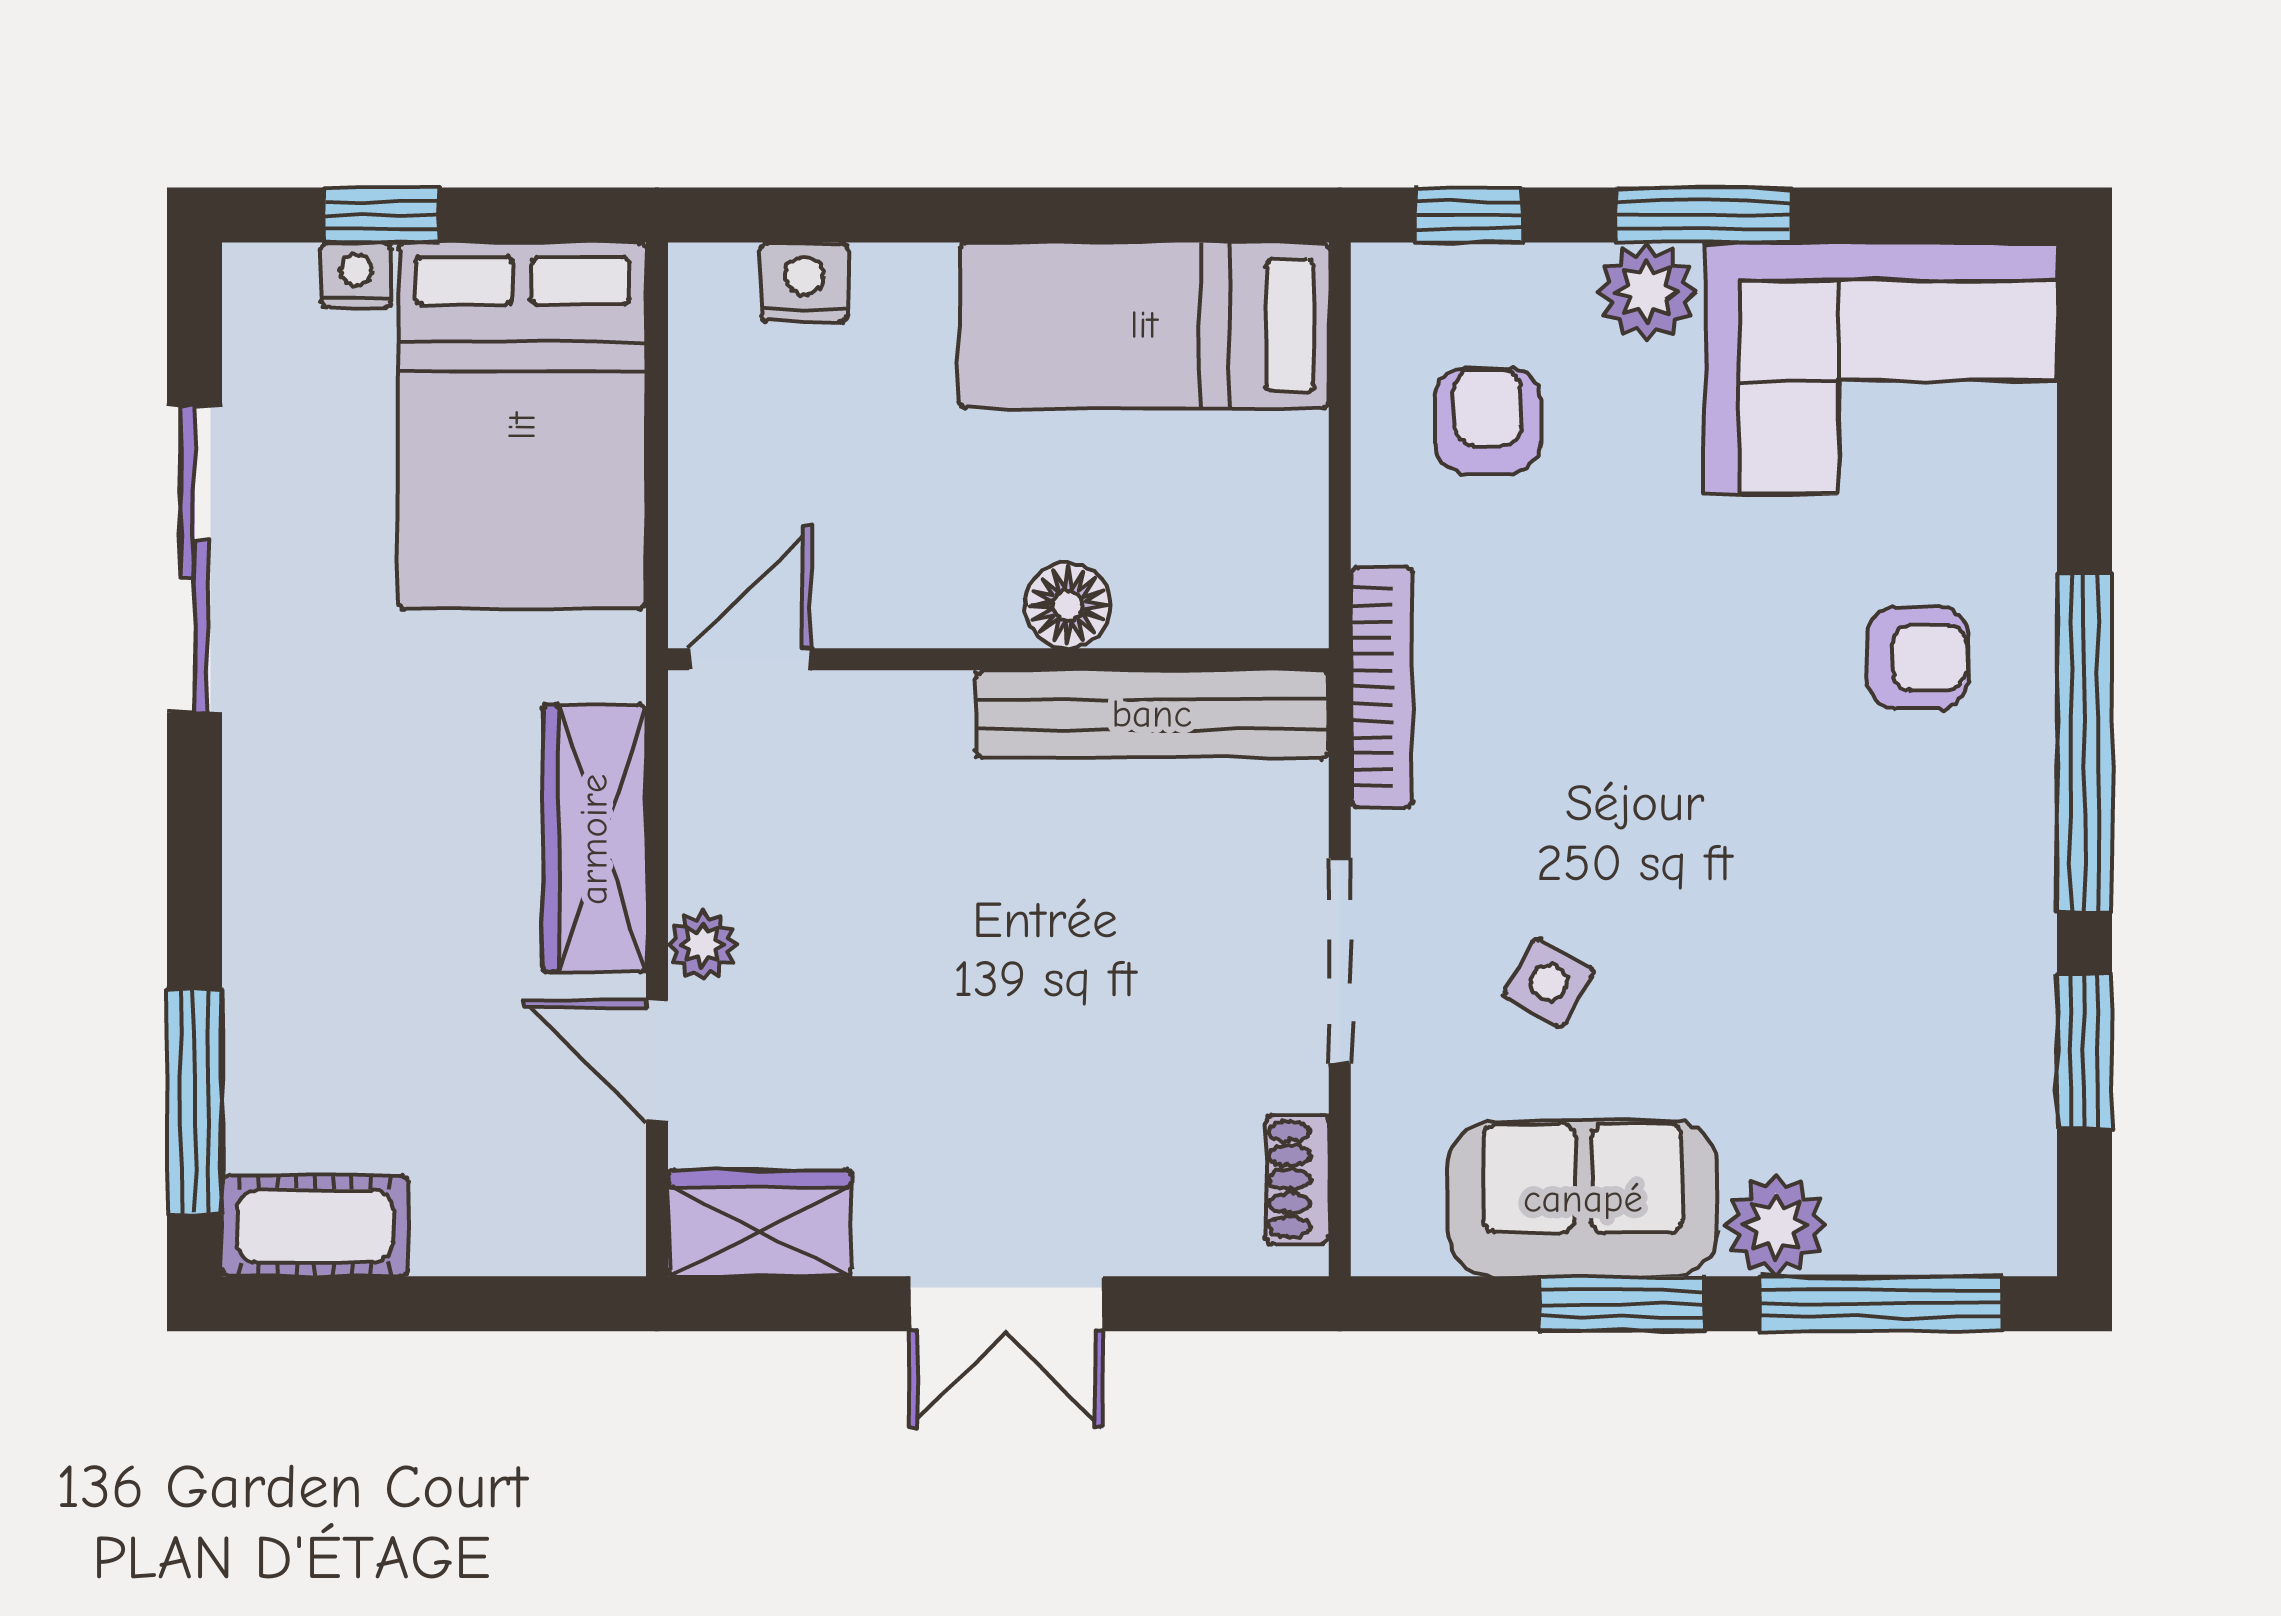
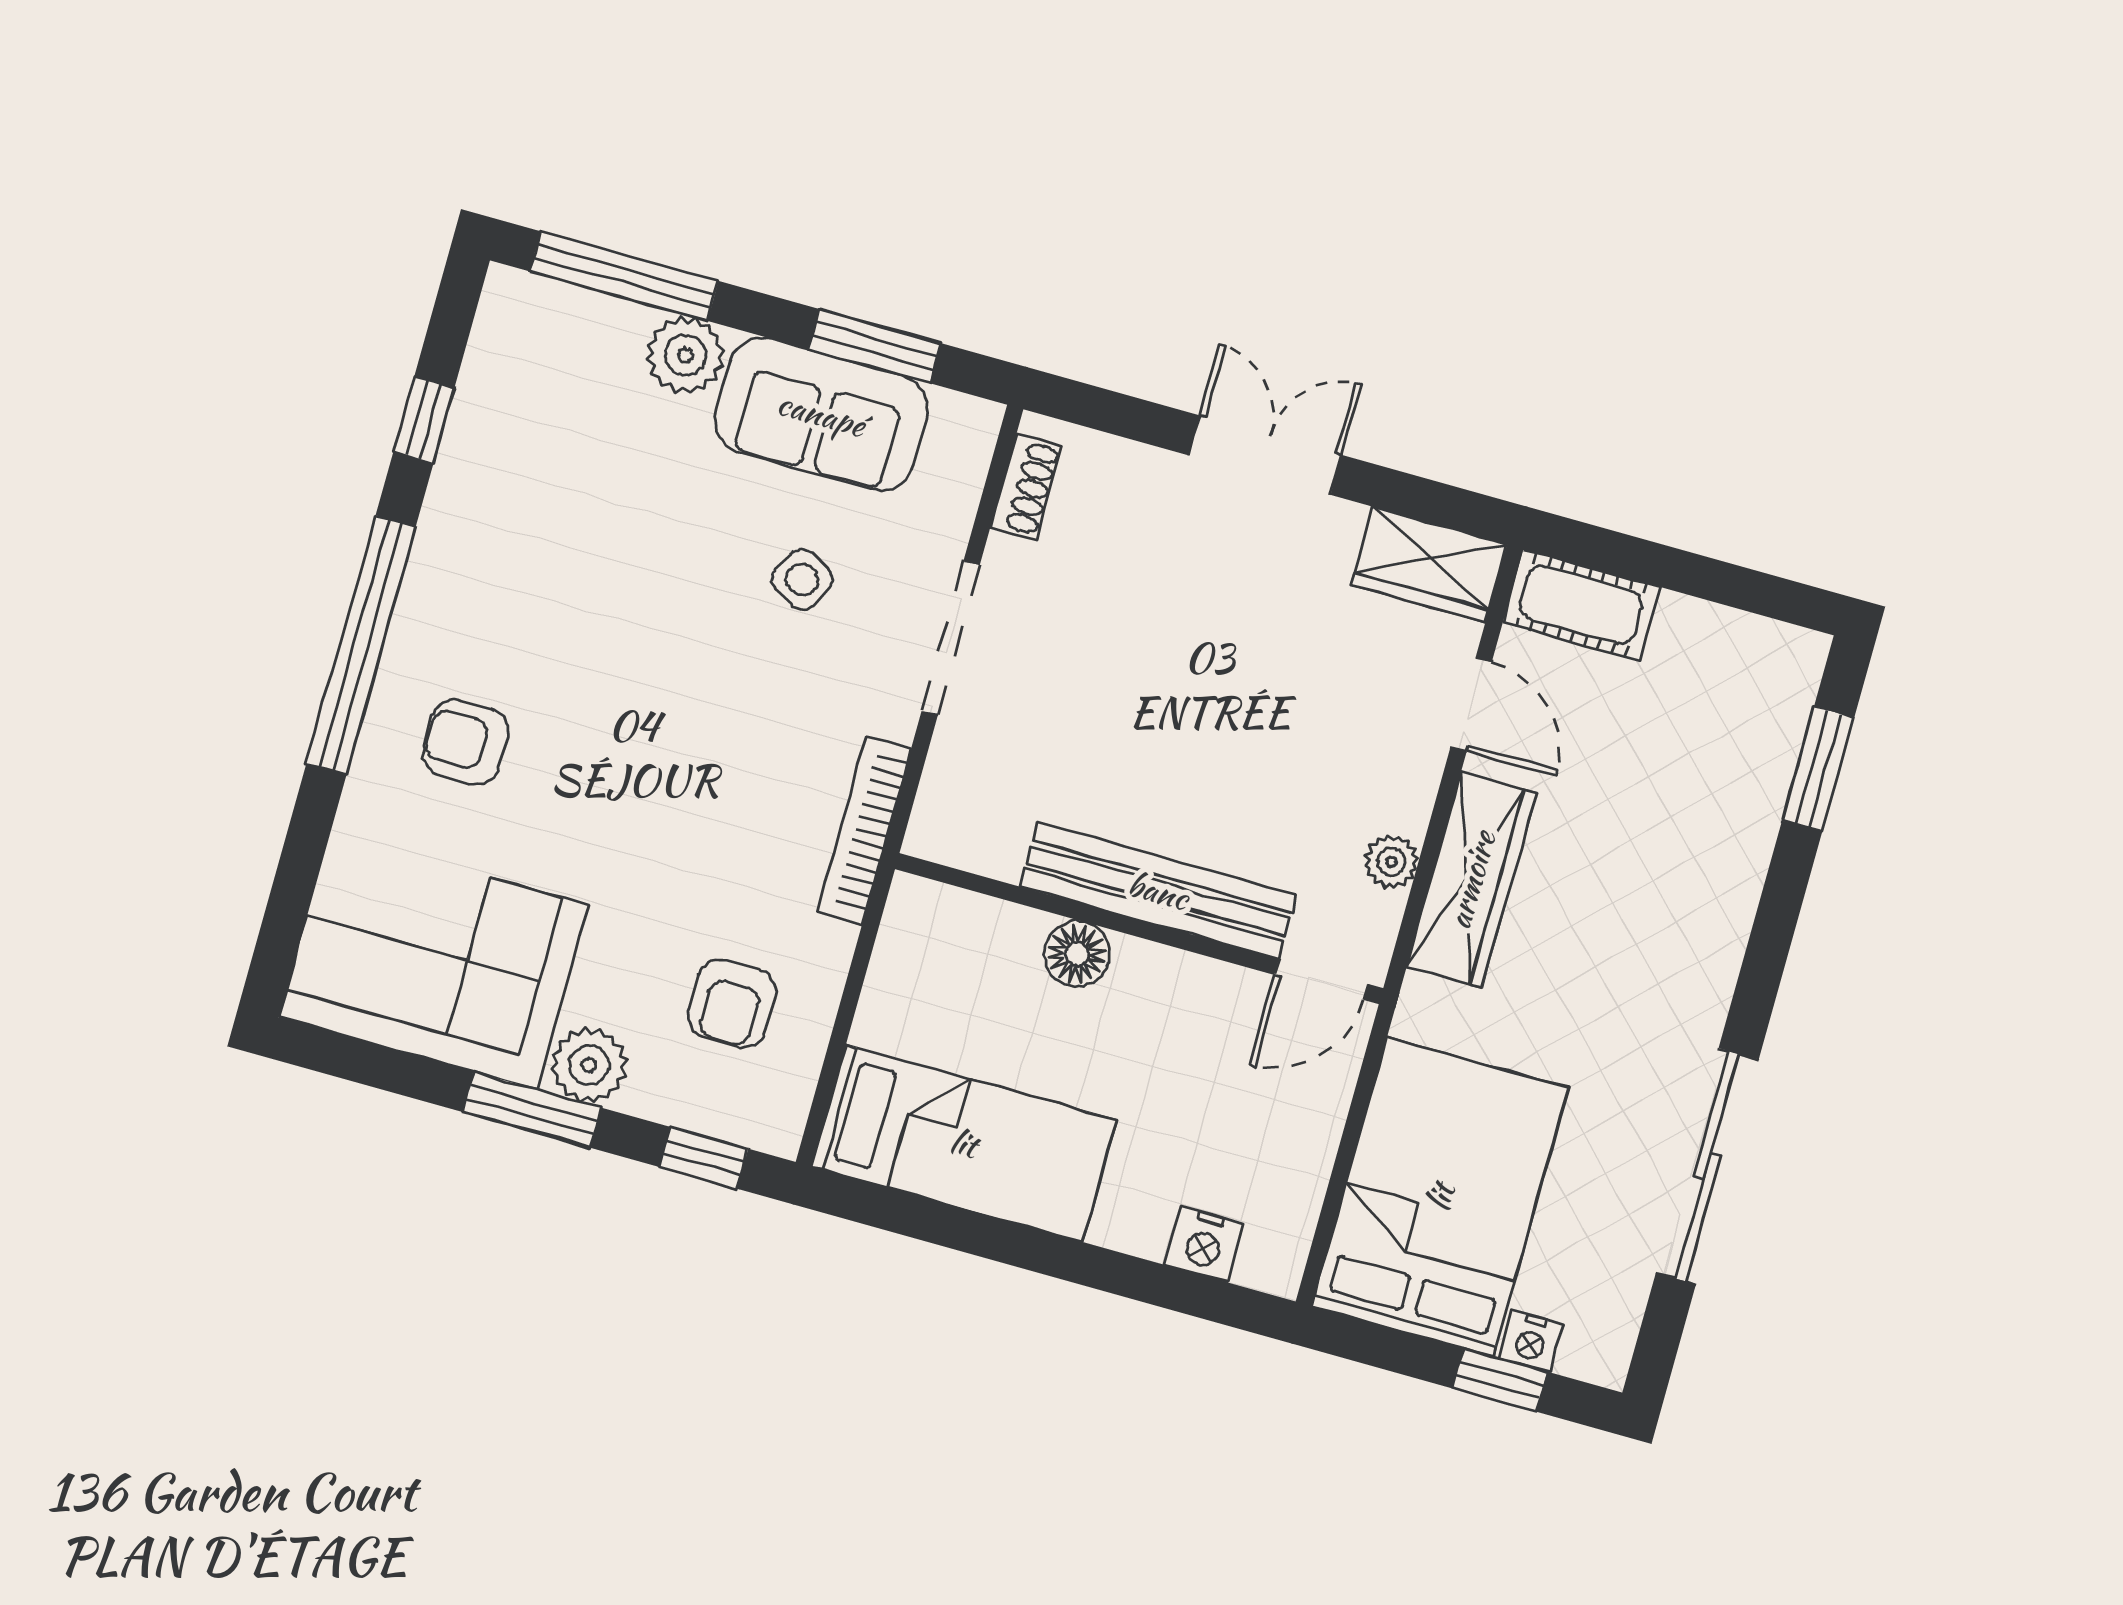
bench: (1152, 714) -> (1158, 891), moved
plant: (702, 945) -> (1391, 862), moved
window: (2084, 1051) -> (424, 420), width x0.67
window: (195, 1102) -> (1818, 769), width x0.69
cot: (315, 1226) -> (1581, 605), moved
window: (1622, 1304) -> (875, 346), moved

